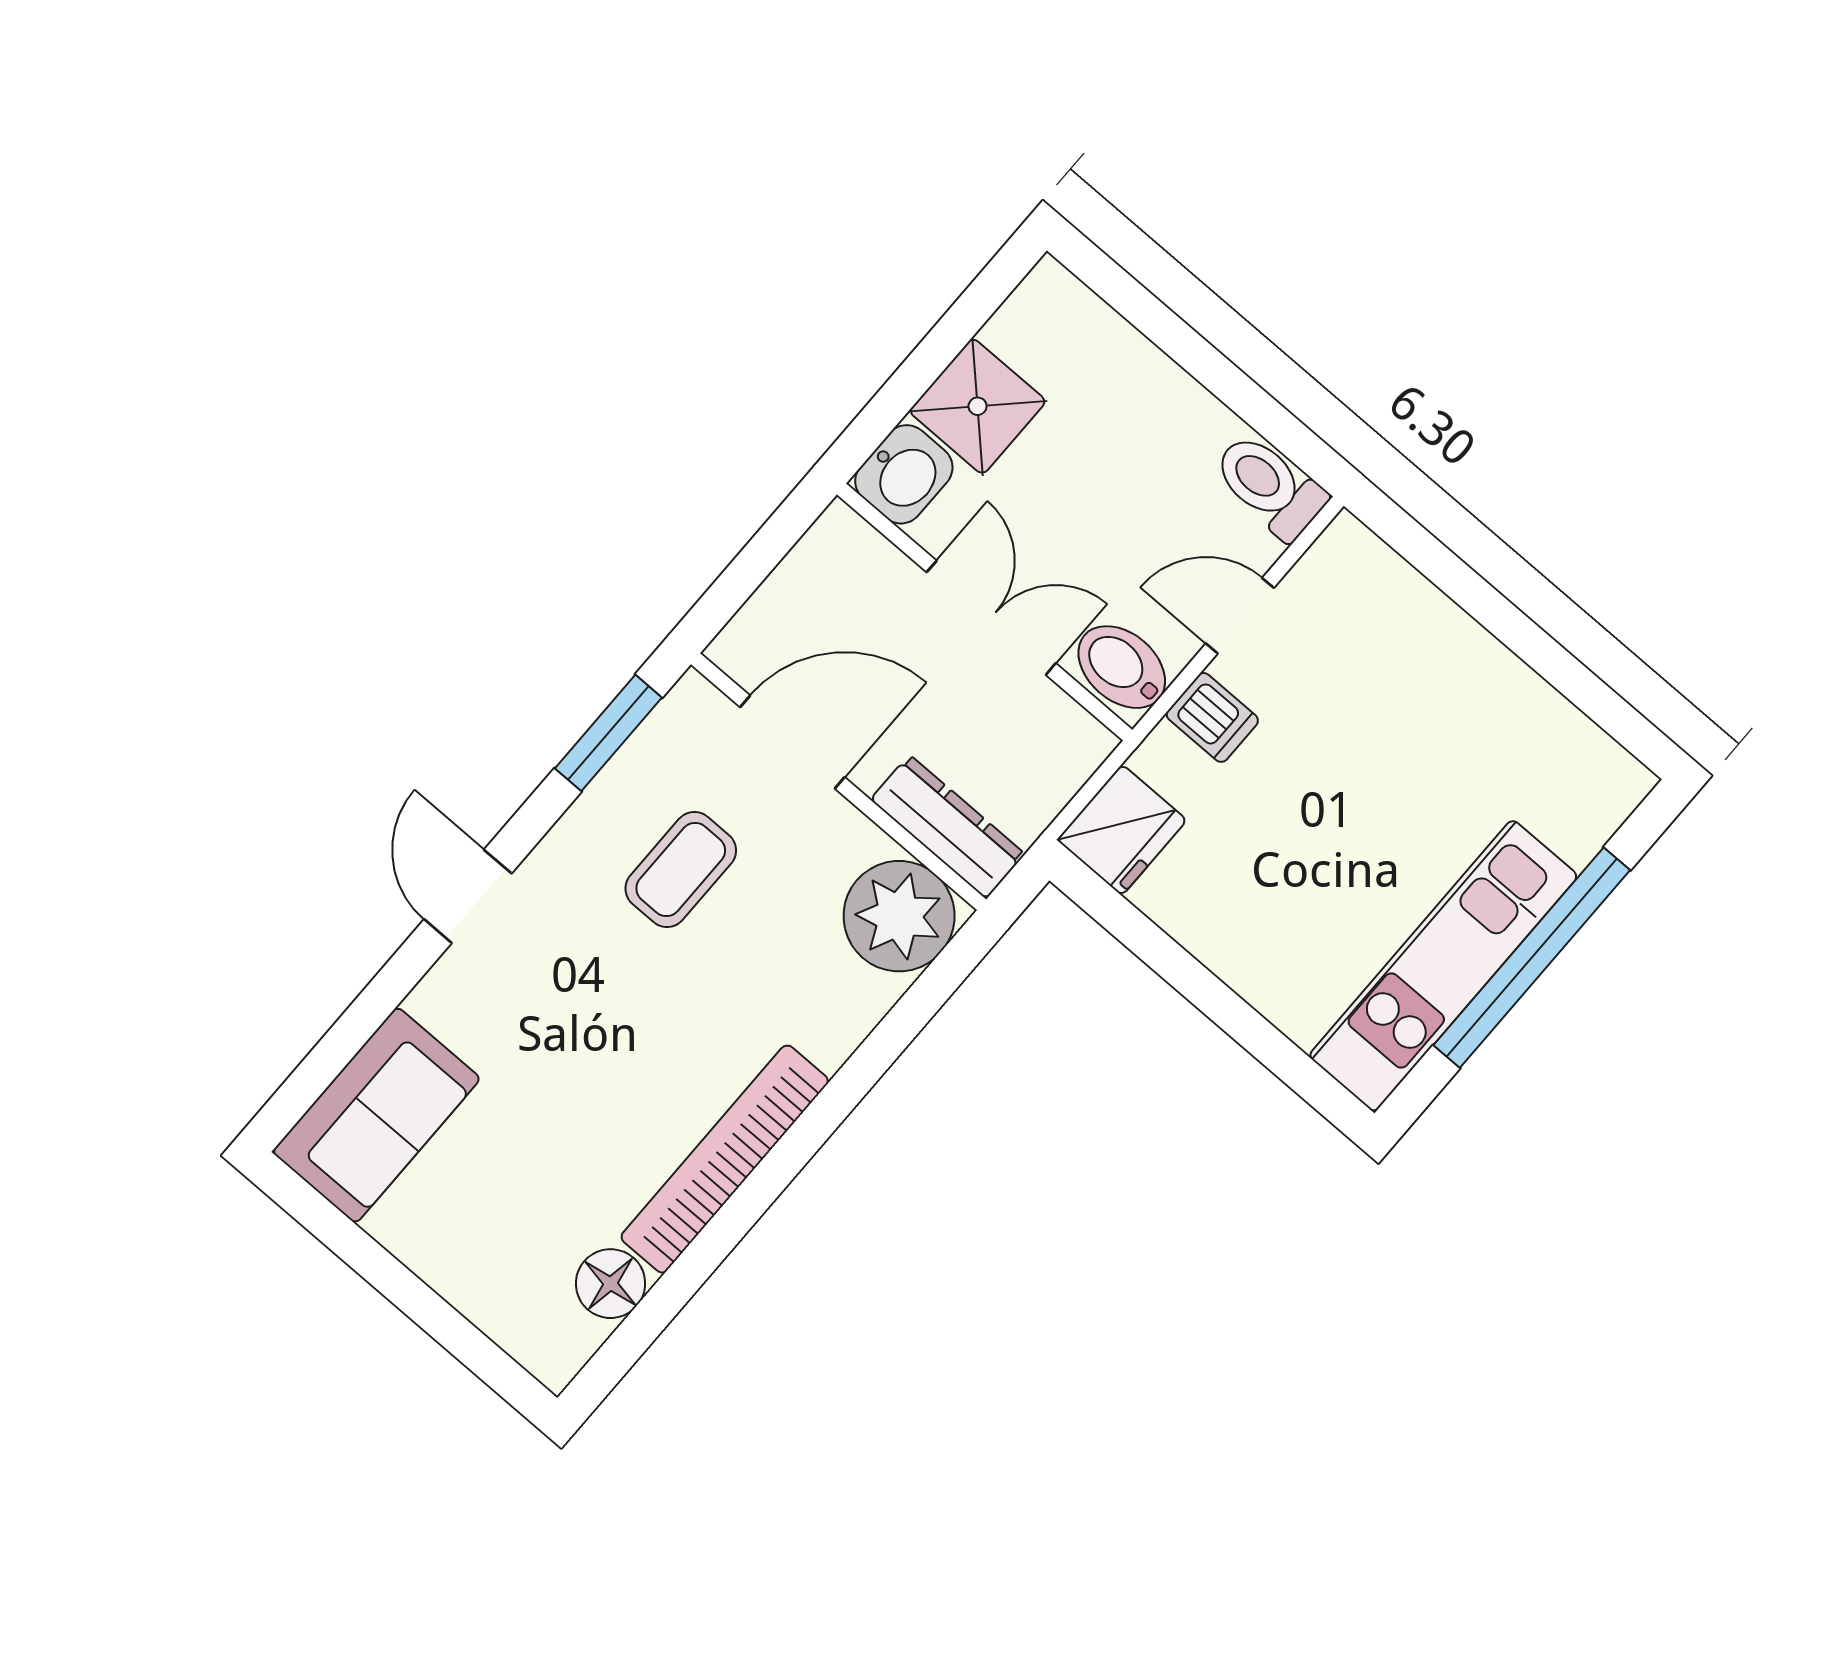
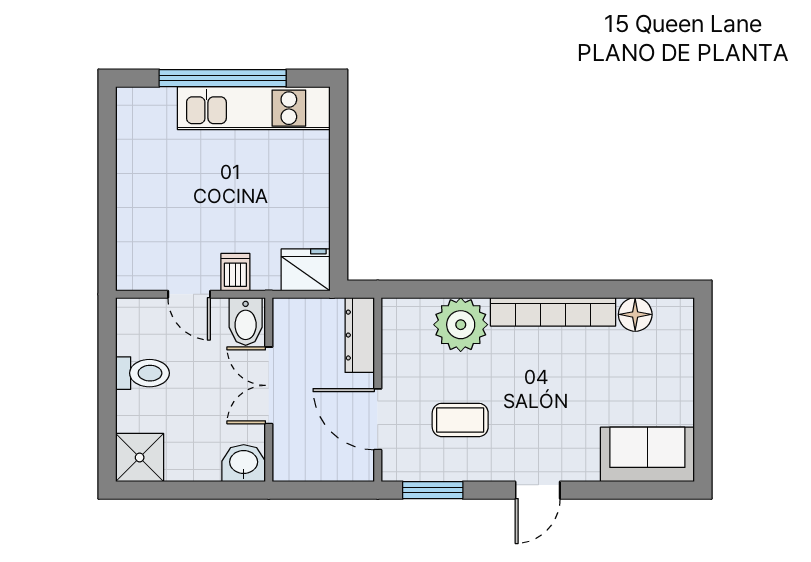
shower: (978, 406) -> (140, 457), moved
toilet: (1269, 486) -> (142, 373), moved, turned -90
plant: (899, 916) -> (461, 325), moved

